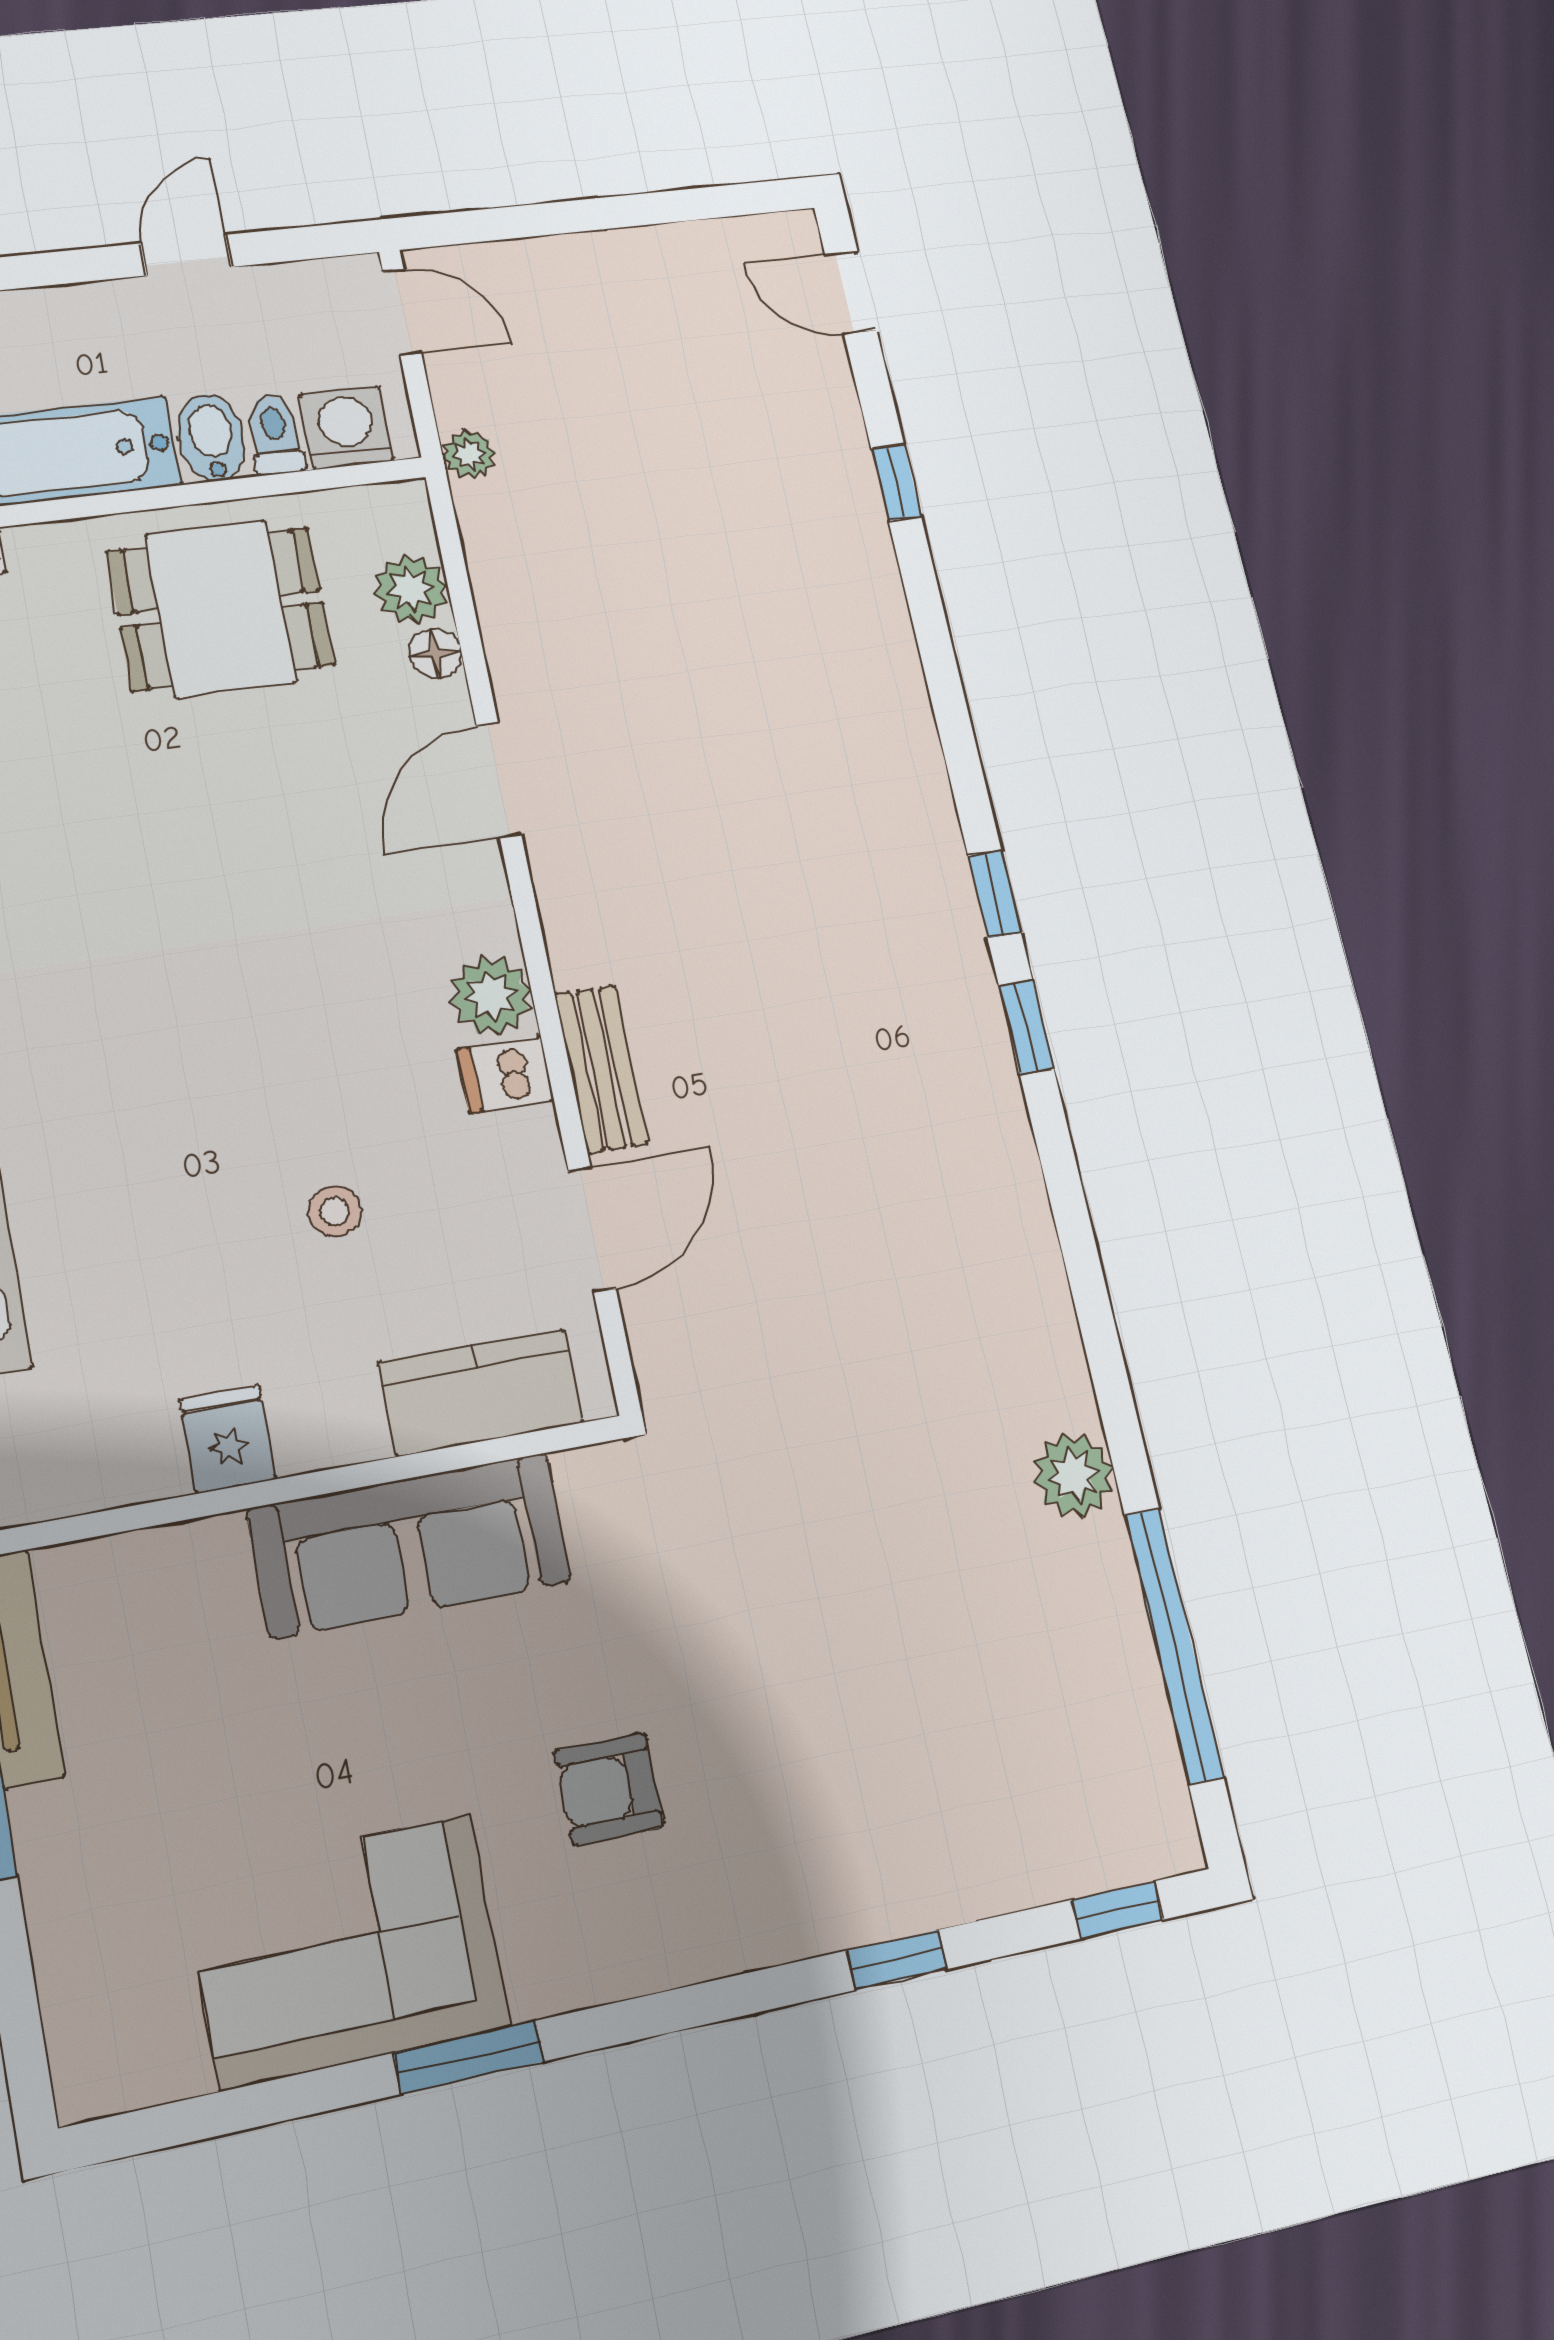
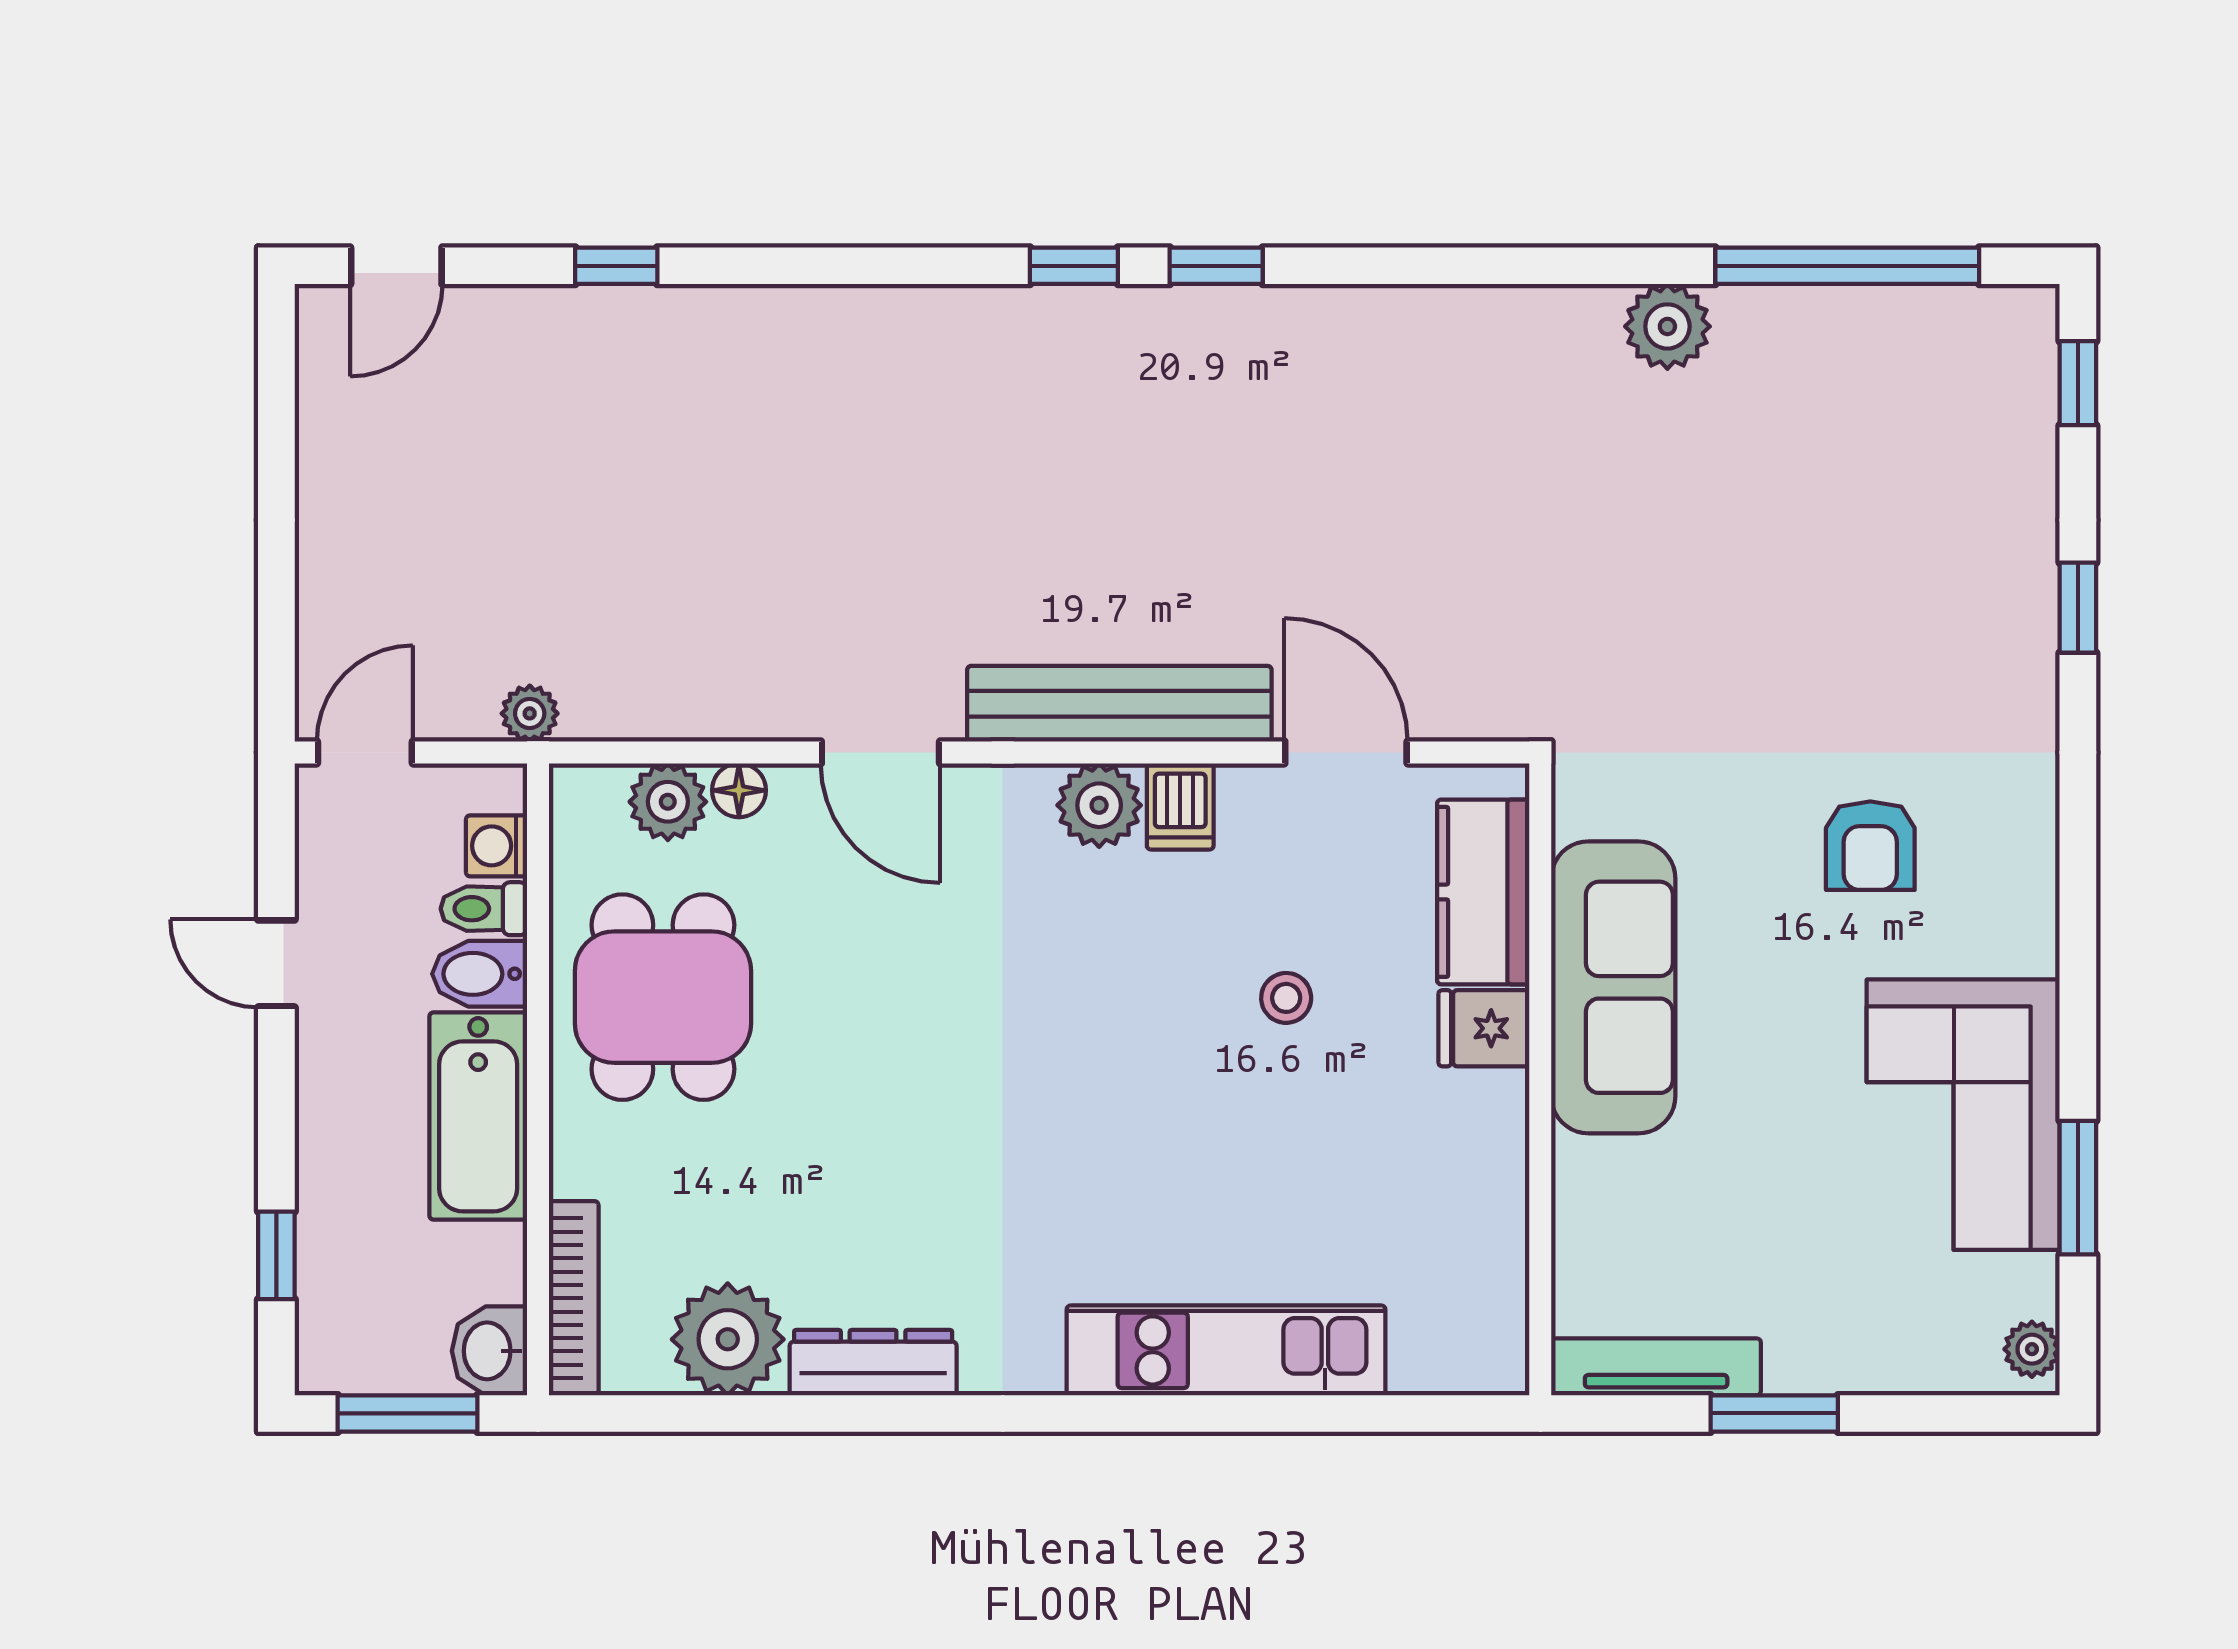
washing machine: (346, 428) -> (496, 846), width x0.73, depth x0.73
bench: (601, 1069) -> (1119, 704), width x1.86, depth x1.21
fridge: (227, 1439) -> (1484, 1028), moved
window: (469, 2057) -> (2078, 1188), moved
plant: (104, 2085) -> (2032, 1349), added

